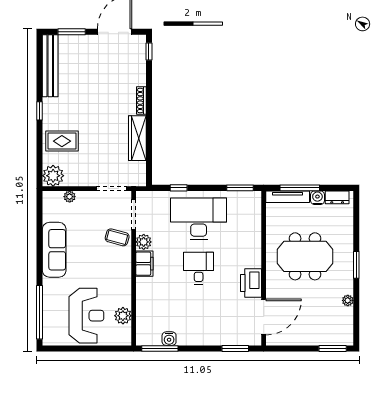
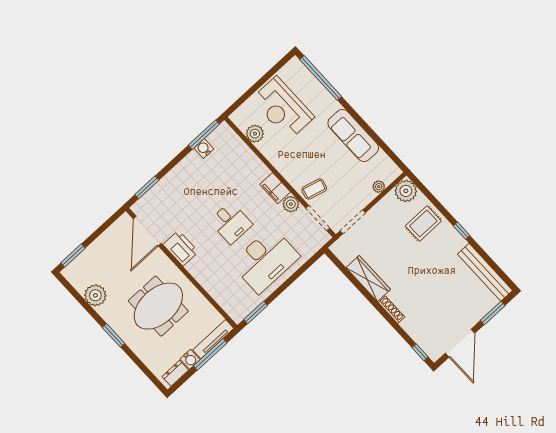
window: (179, 188) -> (302, 270), removed
plant: (348, 300) -> (95, 295), width x1.87, depth x1.87

